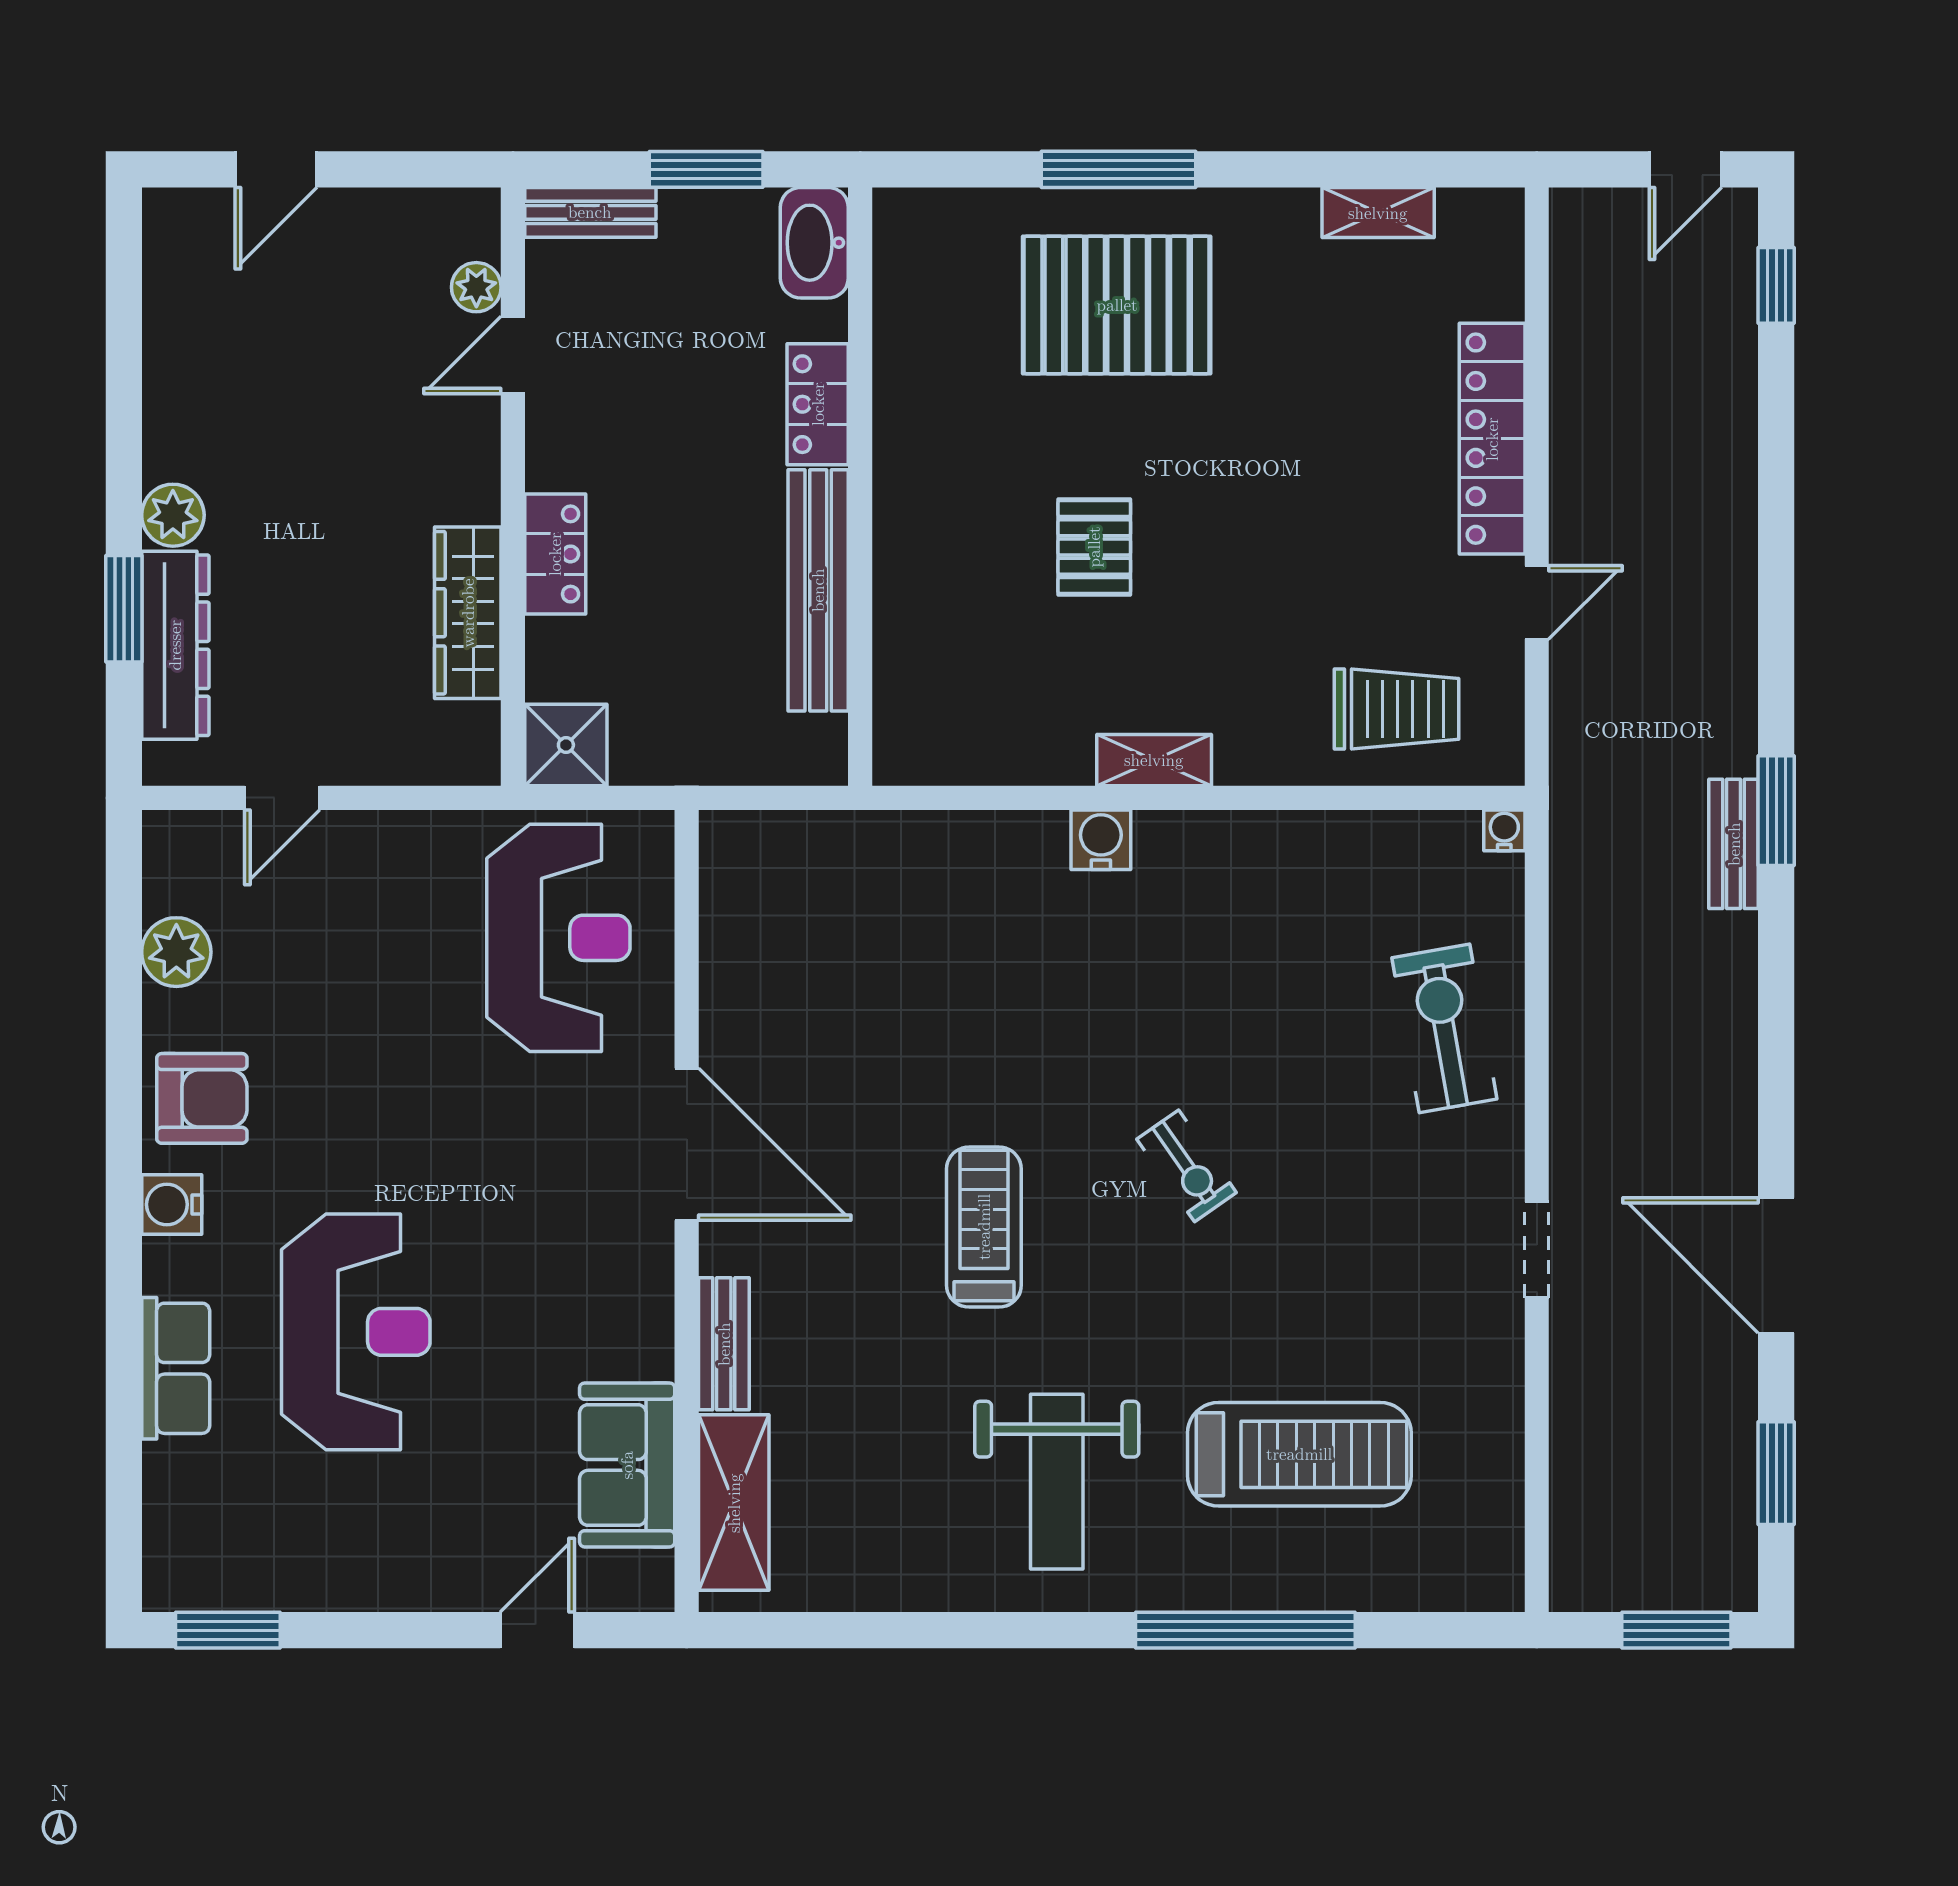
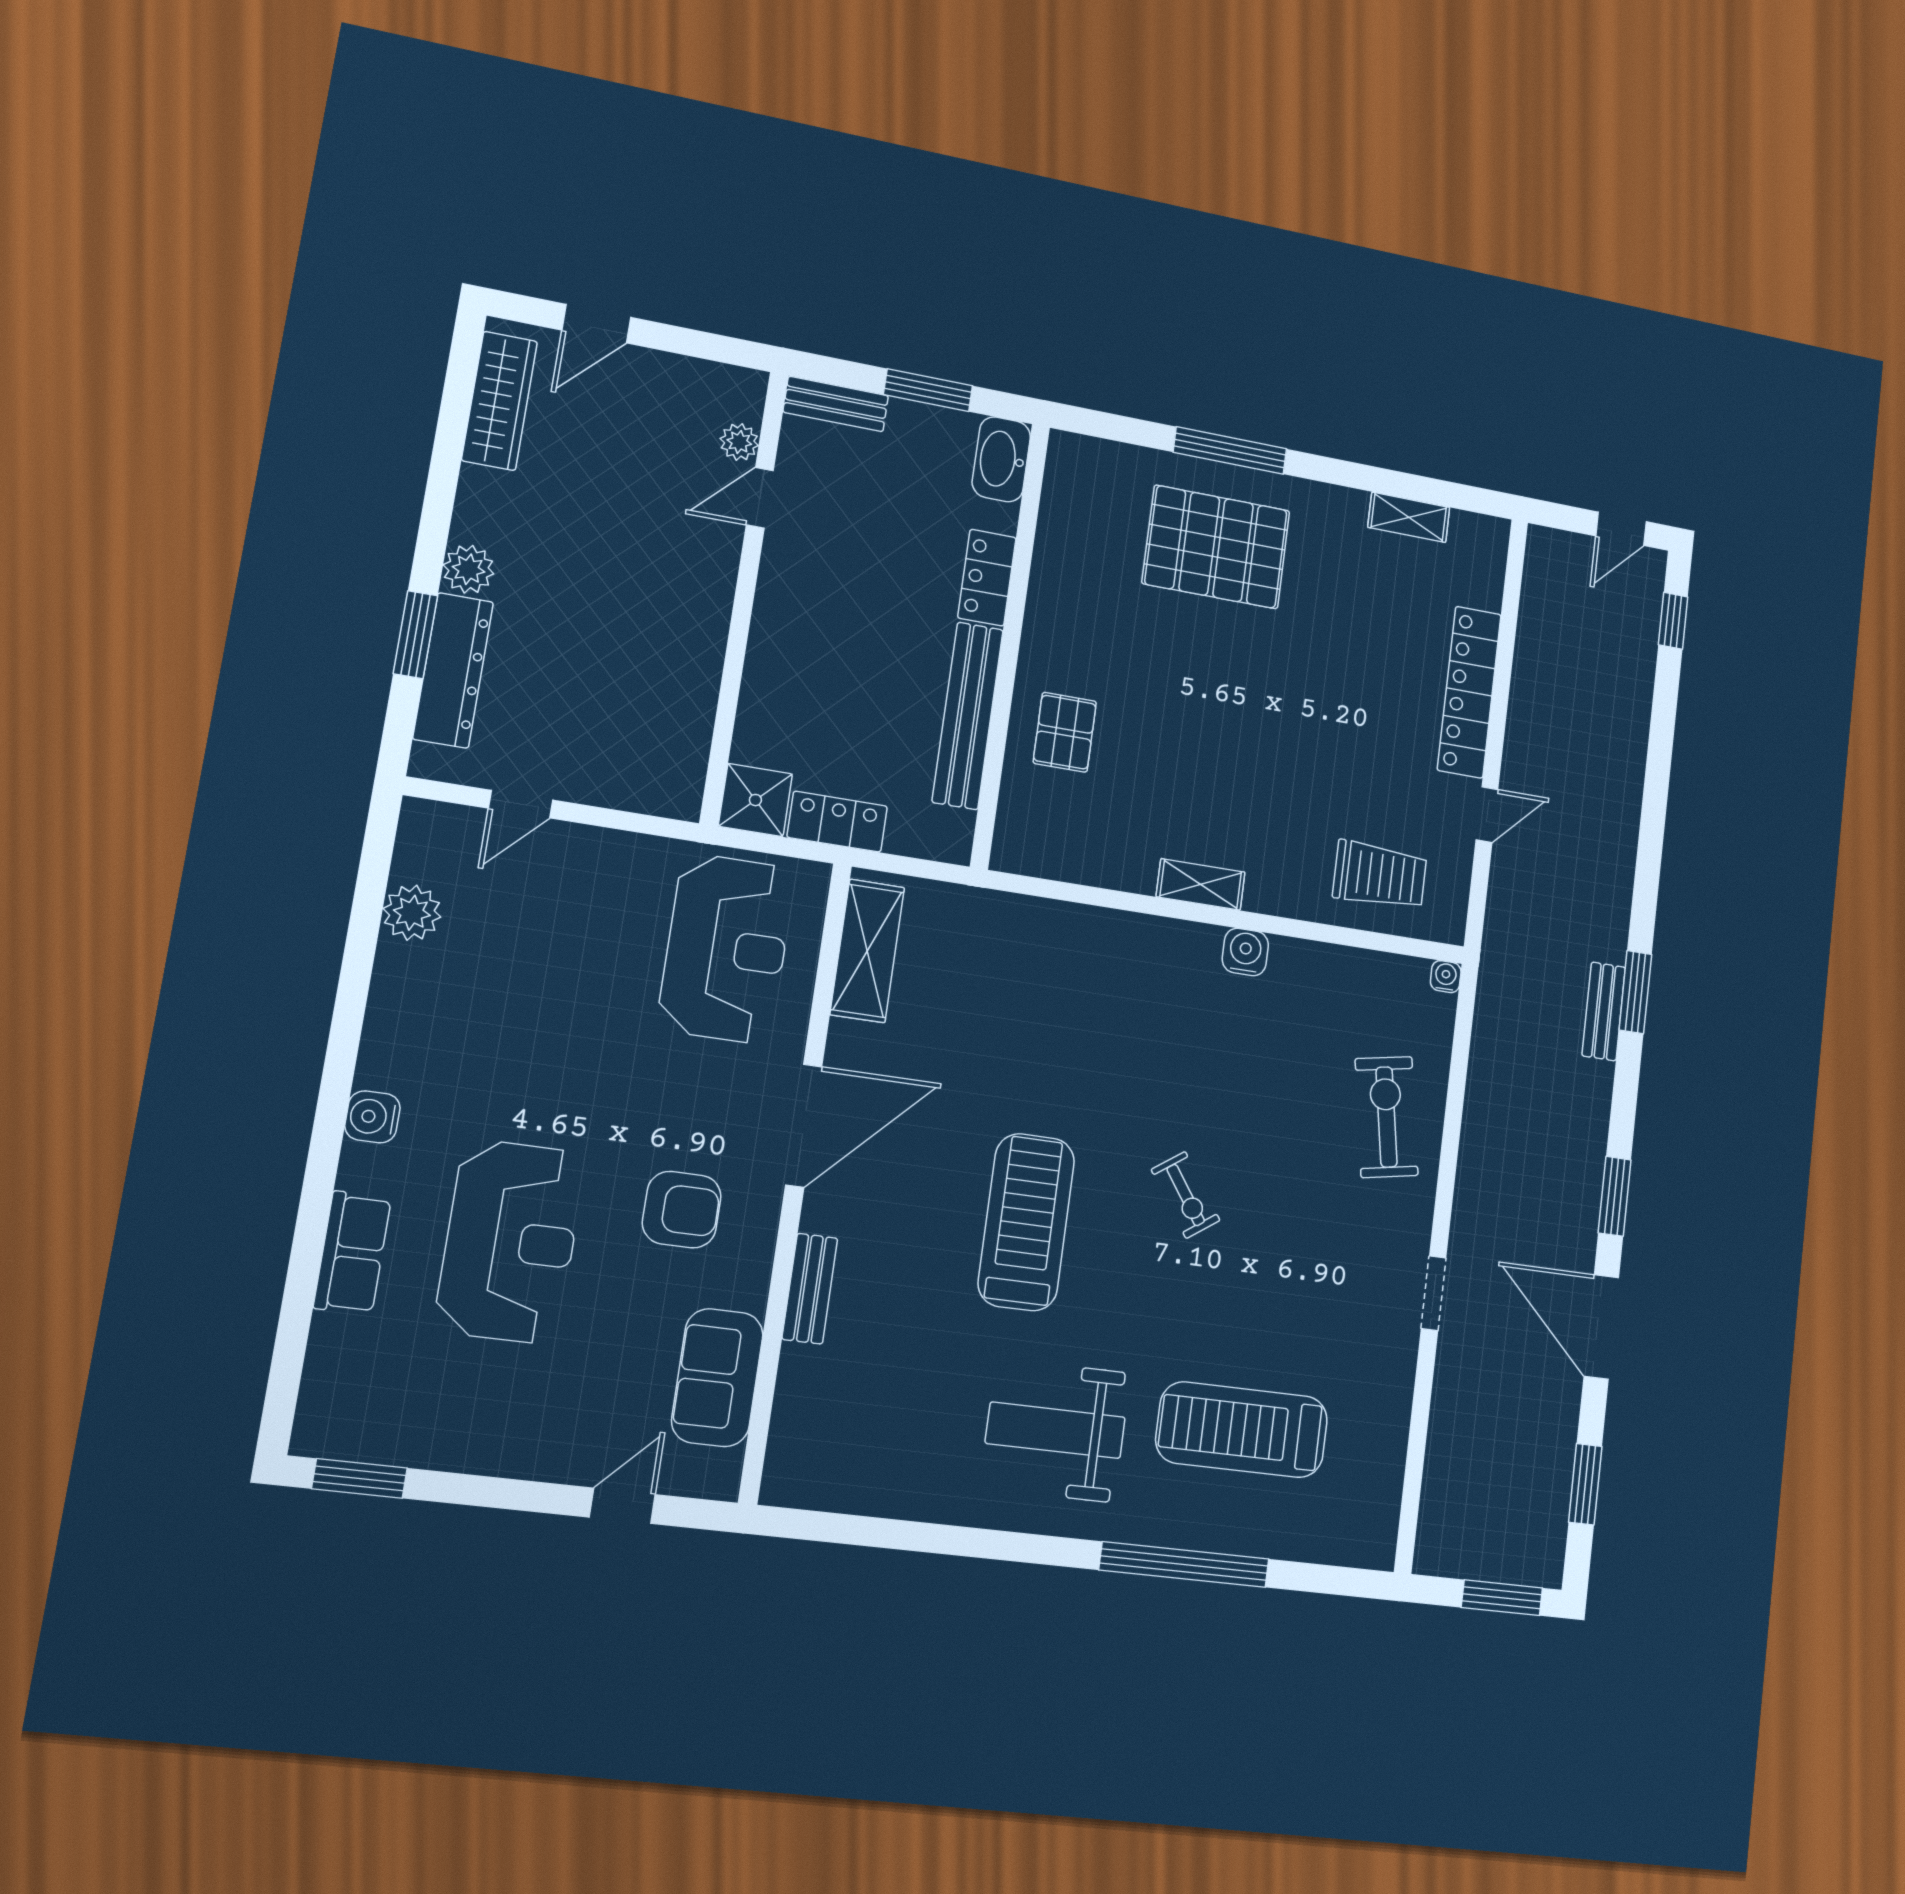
pallet: (1094, 547) -> (1065, 732), moved
locker: (555, 554) -> (837, 822), moved, turned -90
wardrobe: (468, 613) -> (499, 401), moved, turned 180
water cooler: (1101, 840) -> (1245, 952), moved
window: (1776, 1090) -> (1615, 1196), added
armchair: (202, 1098) -> (682, 1210), moved
door: (687, 1144) -> (804, 1126), hinge flipped
treadmill: (984, 1227) -> (1026, 1222), width x1.37, depth x1.38
treadmill: (1299, 1454) -> (1242, 1430), turned 180
weight bench: (1057, 1482) -> (1055, 1430), turned 90
shelving: (734, 1503) -> (867, 951), moved

